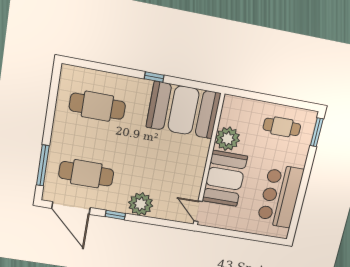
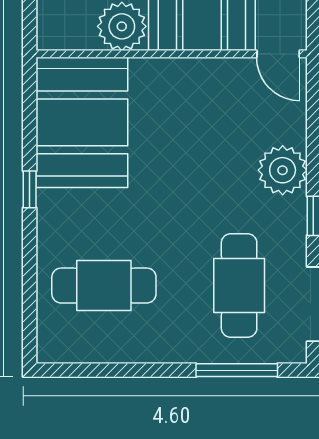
cafe table: (97, 106) -> (104, 286), turned 90
door: (198, 211) -> (278, 54), hinge flipped

